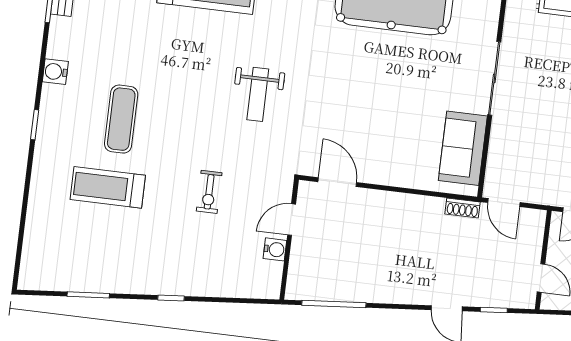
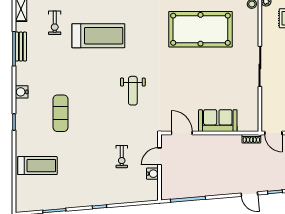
sofa: (463, 148) -> (218, 121), moved, turned 90
treadmill: (108, 187) -> (37, 166), moved, turned 180
exercise bike: (209, 192) -> (122, 157), moved

